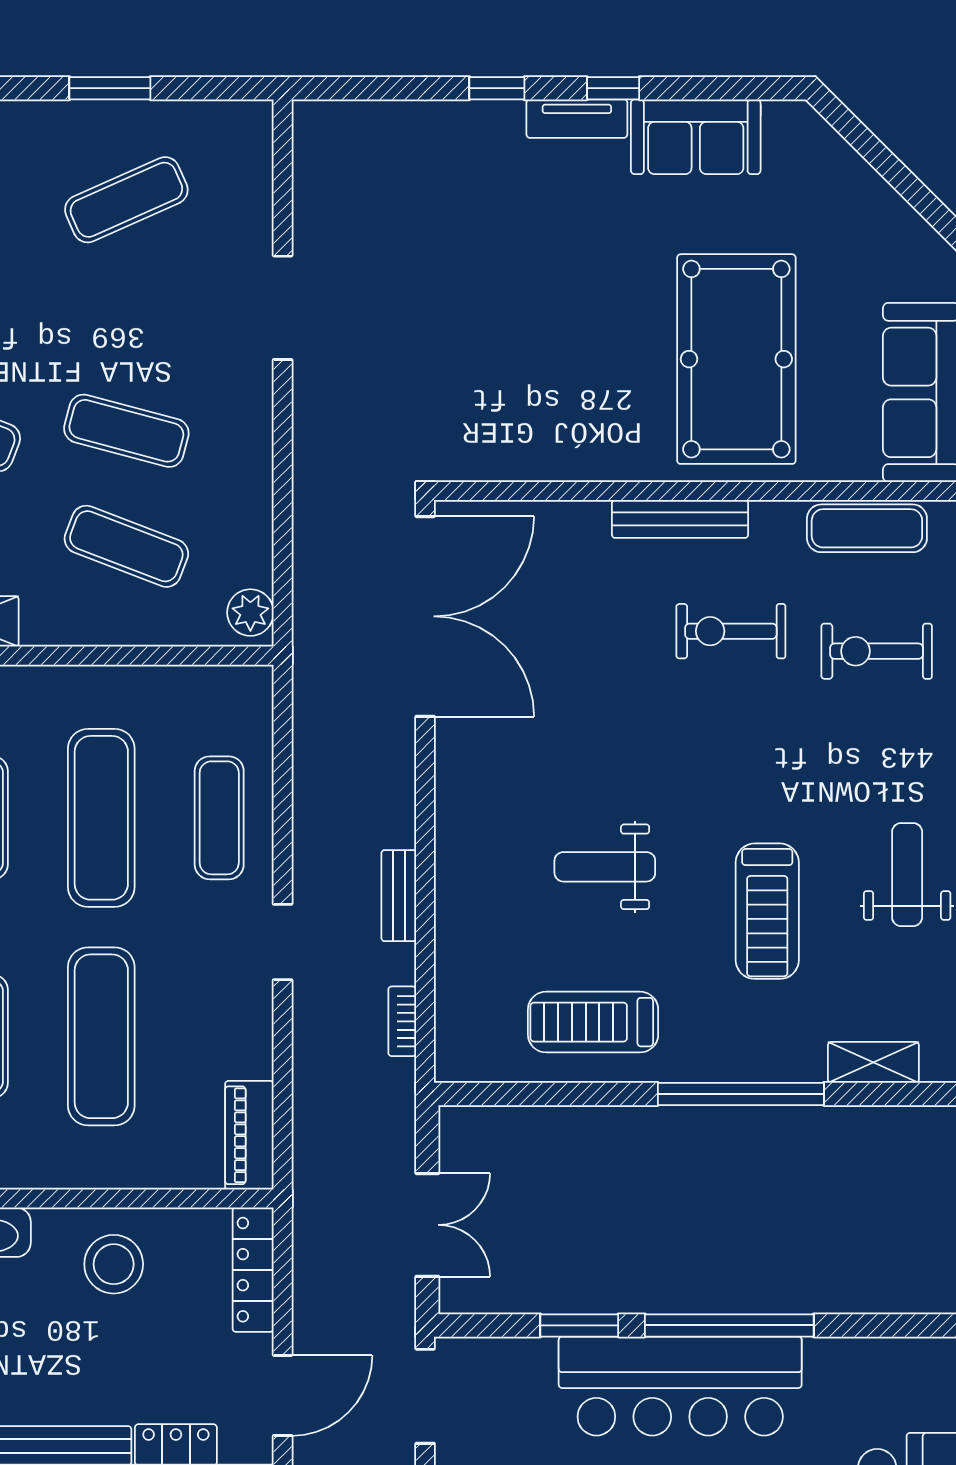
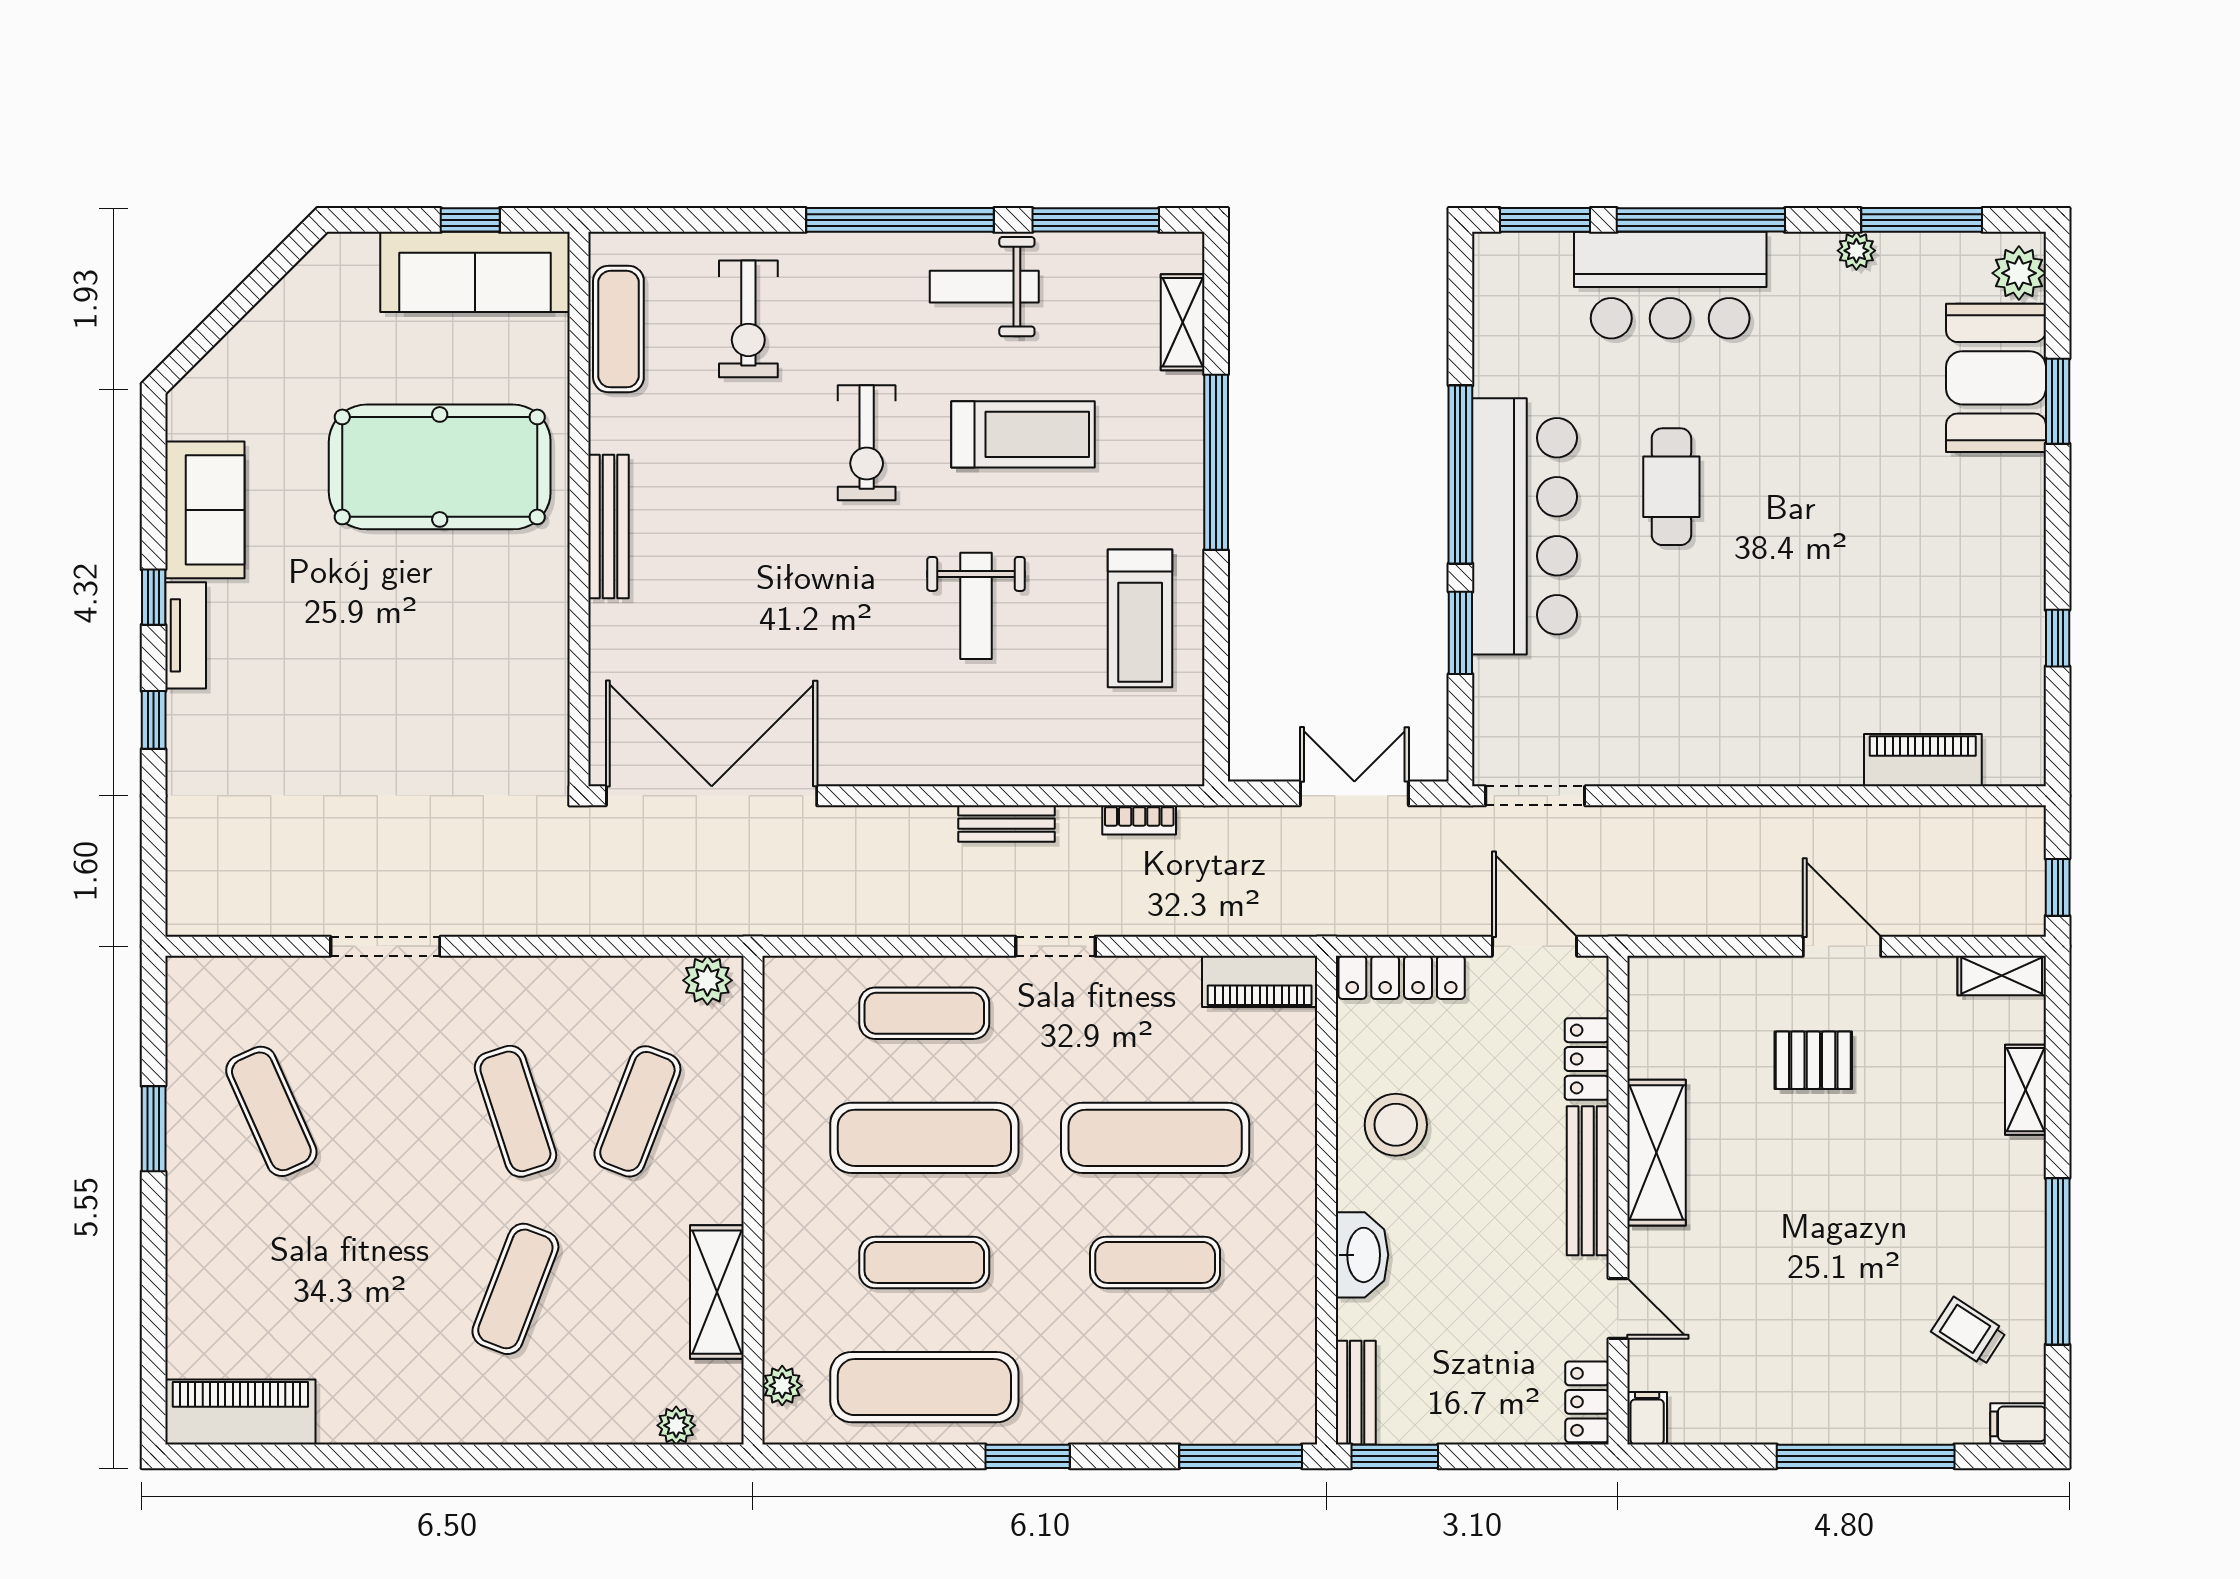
exercise mat: (126, 431) -> (515, 1111), turned -33
exercise bike: (731, 631) -> (867, 443), moved

